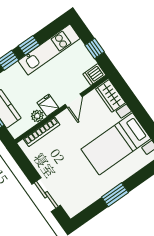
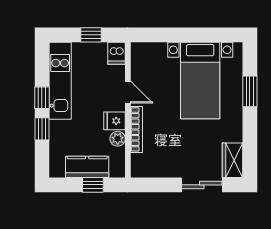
wardrobe: (111, 96) -> (233, 160), moved, turned 90
bookcase: (42, 132) -> (136, 129), moved
window: (115, 195) -> (250, 91), moved

